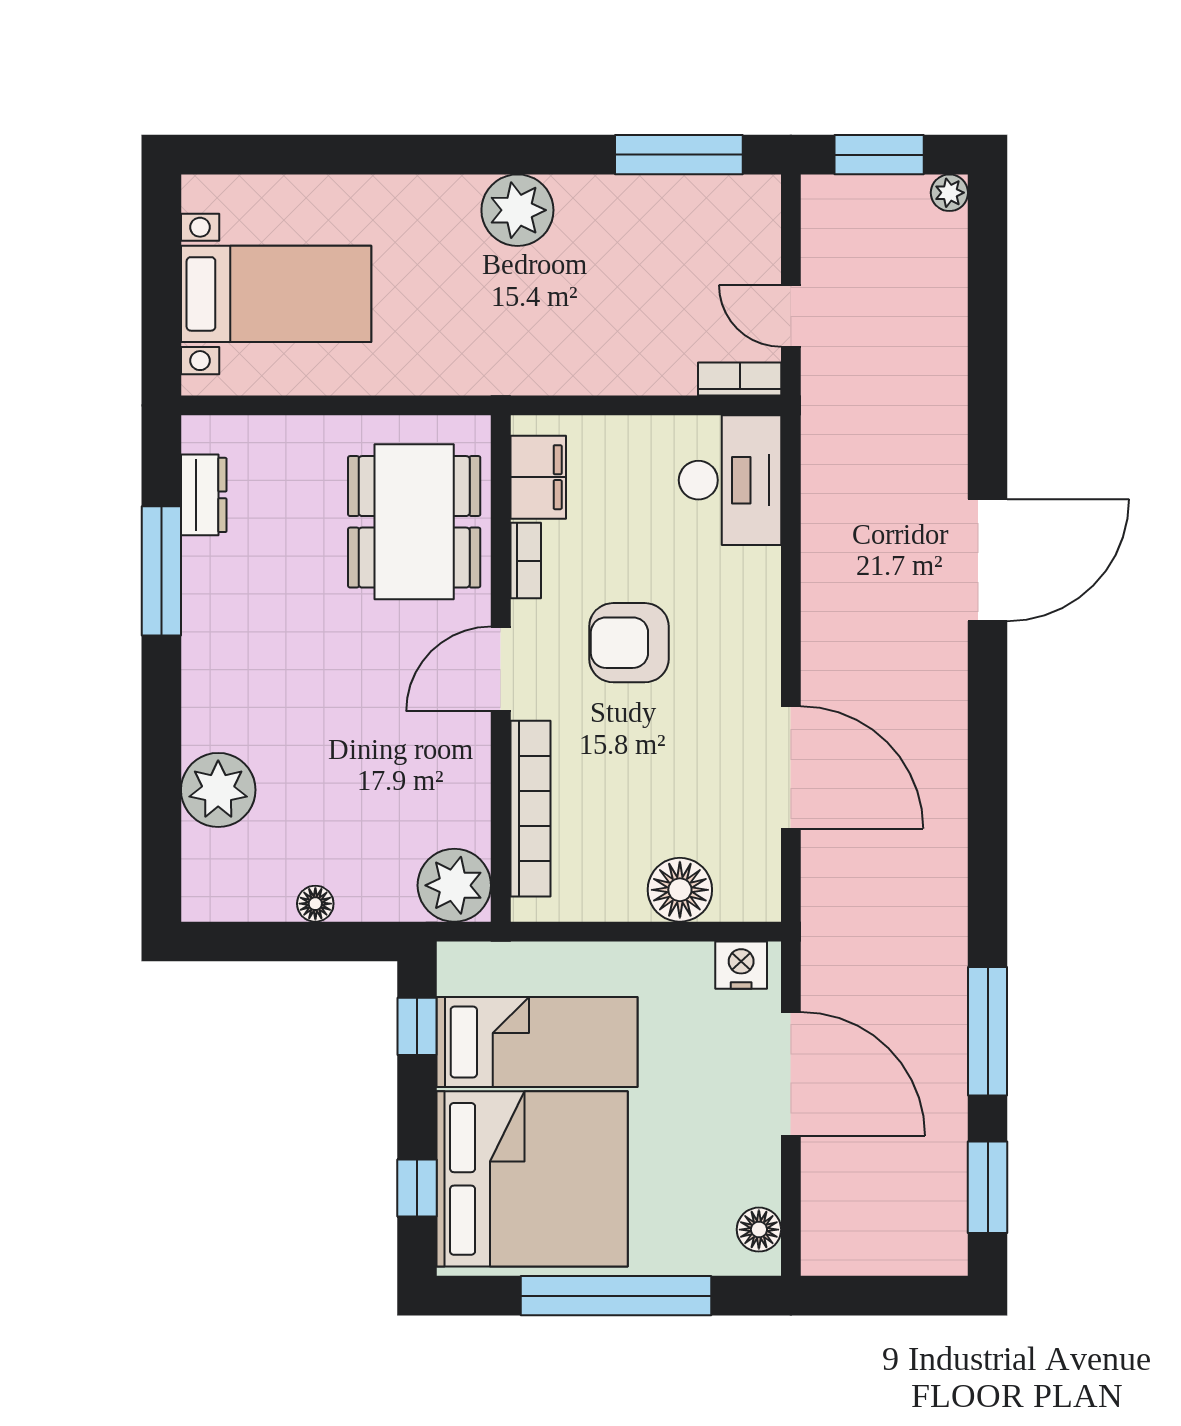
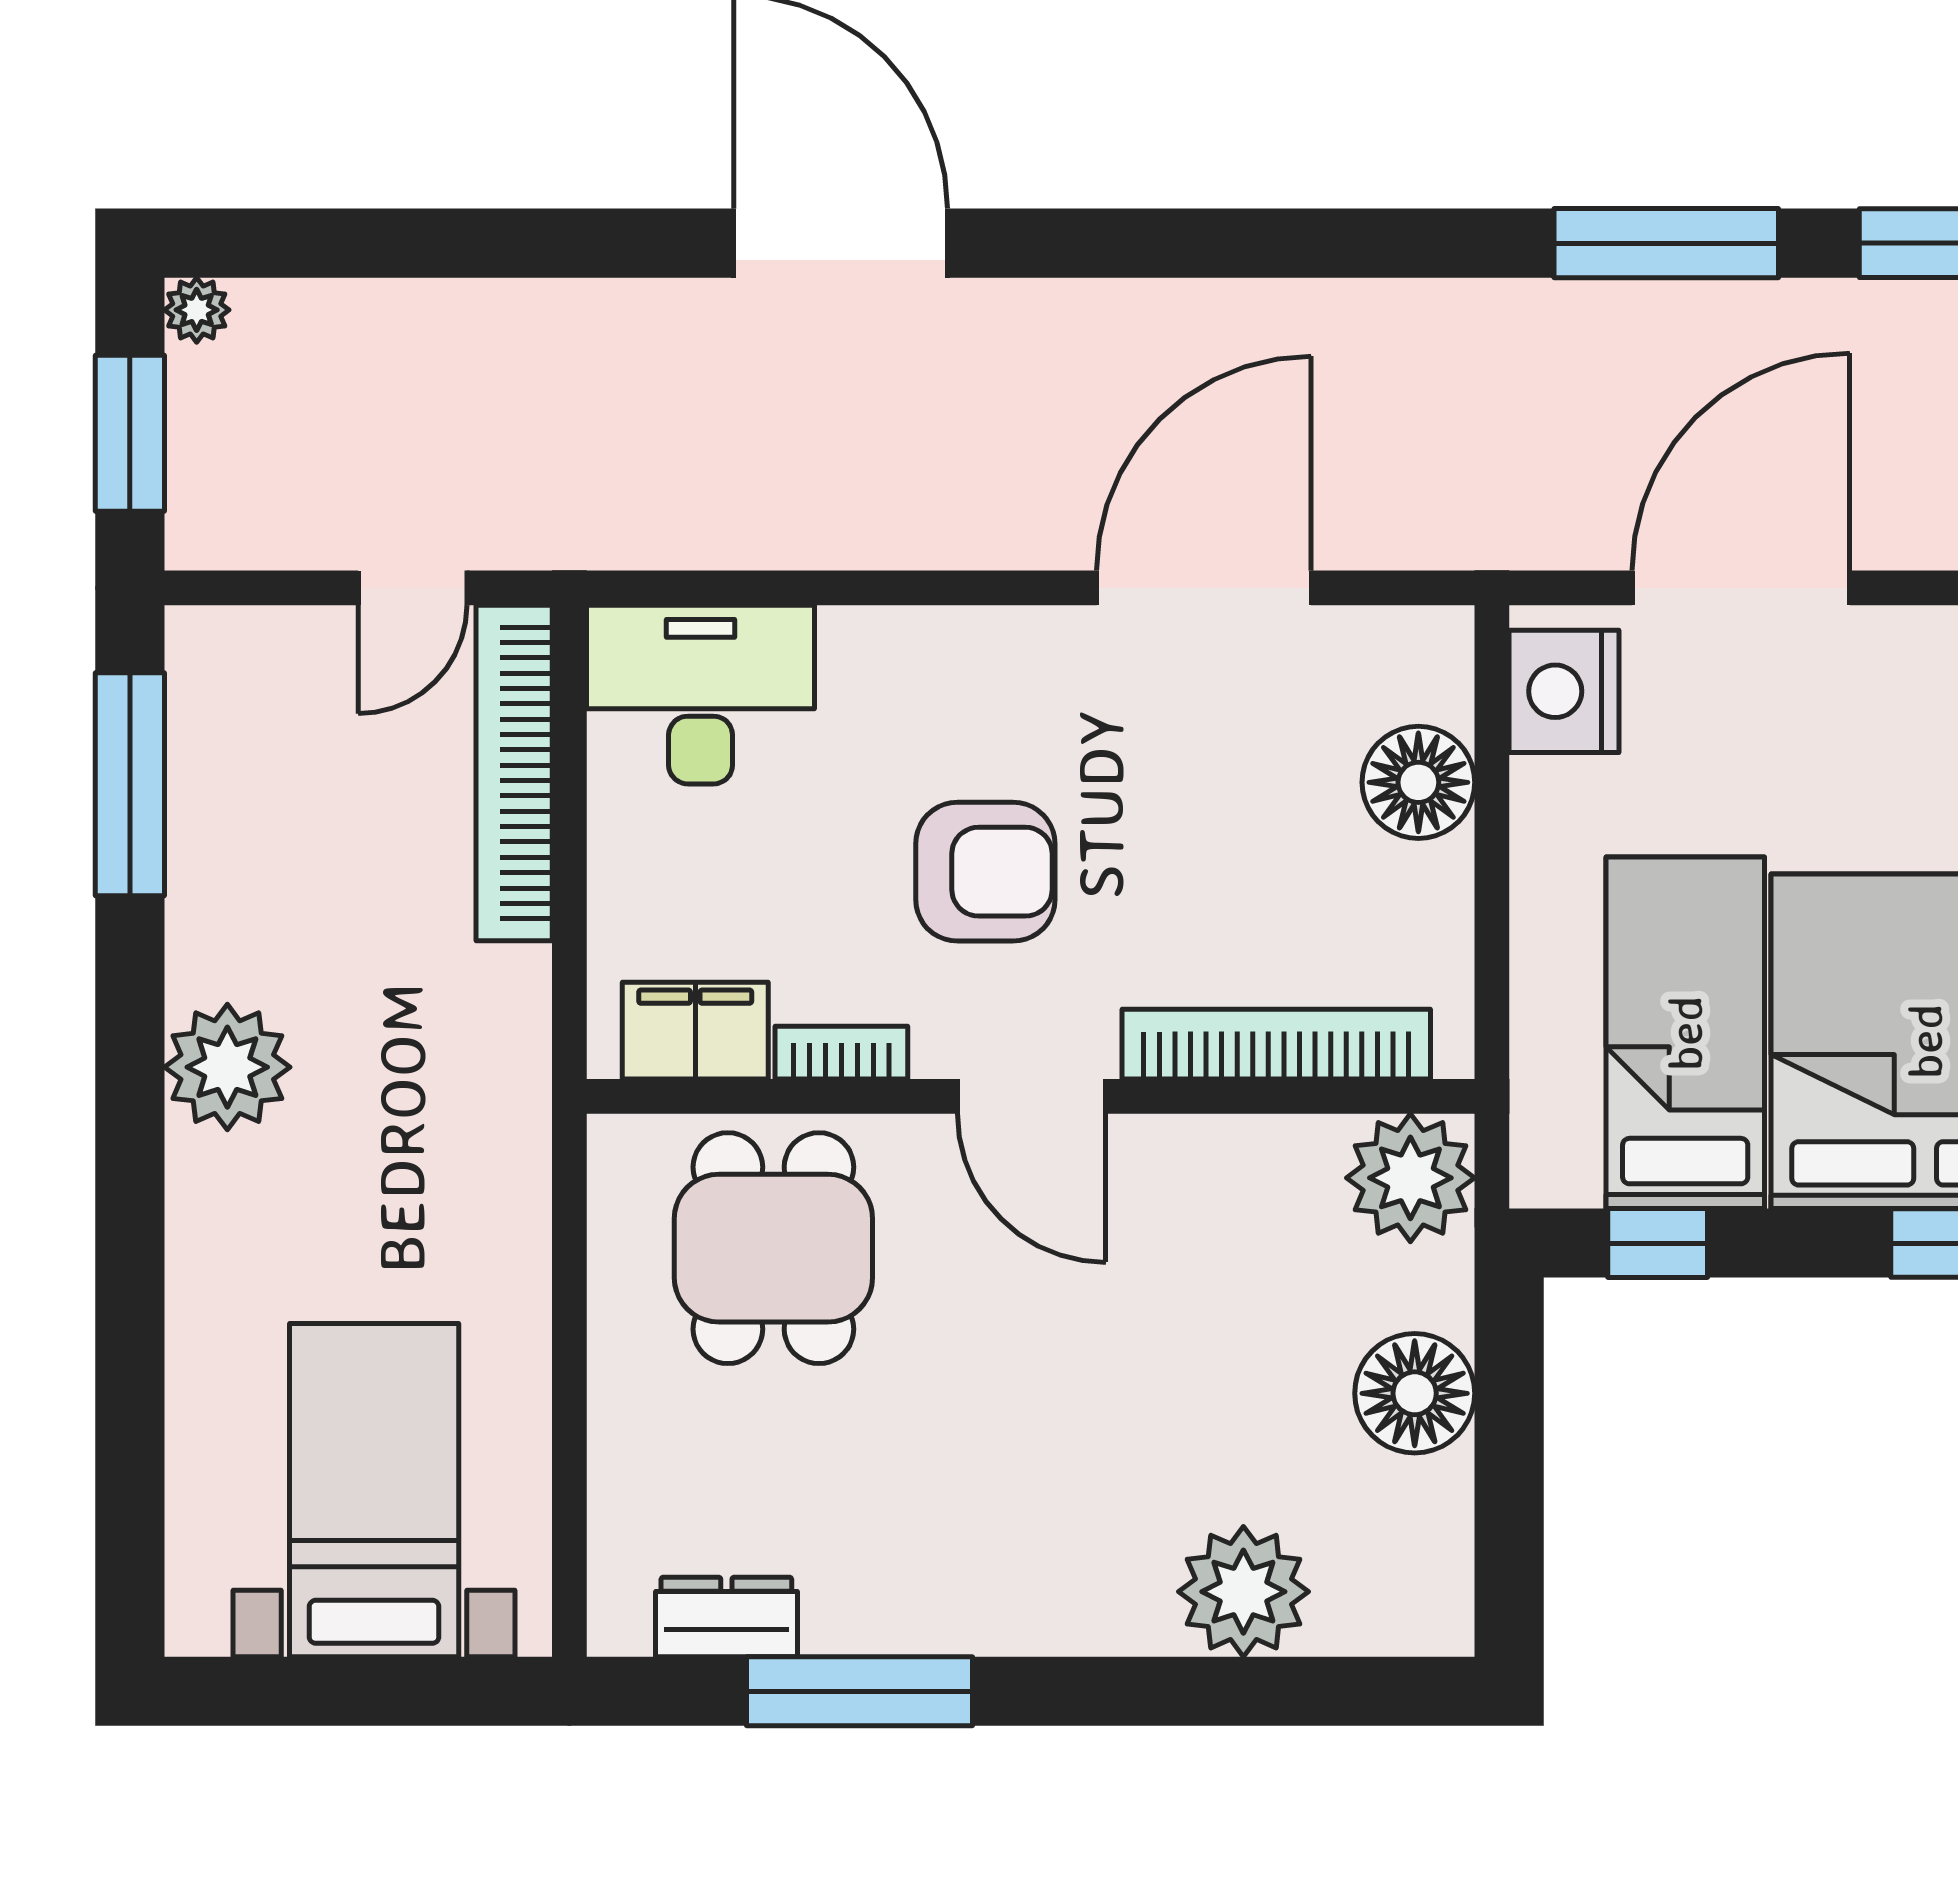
bookcase: (740, 379) -> (514, 773), width x2.31, depth x1.31
dining table: (414, 522) -> (773, 1248), width x0.73
armchair: (629, 643) -> (985, 872), turned -90
floor lamp: (315, 904) -> (1415, 1393), width x1.89, depth x1.89
nightstand: (741, 965) -> (1564, 691), width x1.36, depth x1.33

